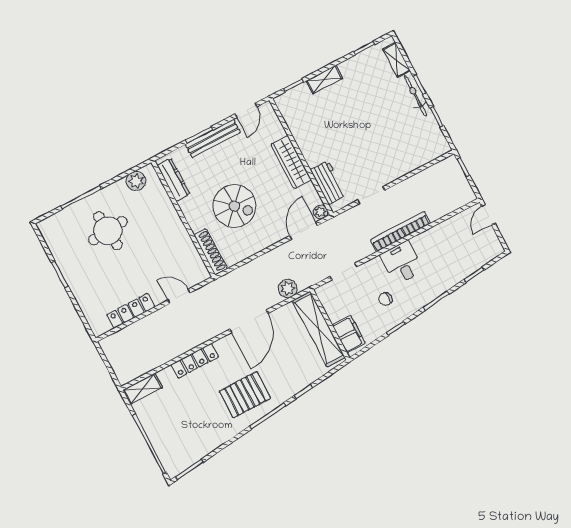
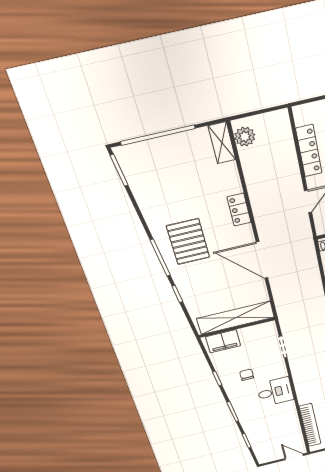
bookcase: (400, 232) -> (310, 425), moved
plant: (288, 289) -> (245, 137), moved
locker: (195, 361) -> (239, 210), width x0.66

